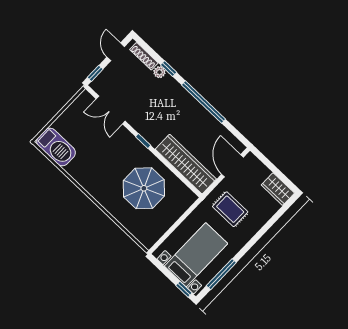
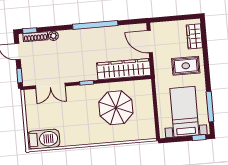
window: (169, 69) -> (30, 31), moved
wardrobe: (278, 189) -> (194, 36), moved, turned 90
rug: (230, 209) -> (186, 66), moved

